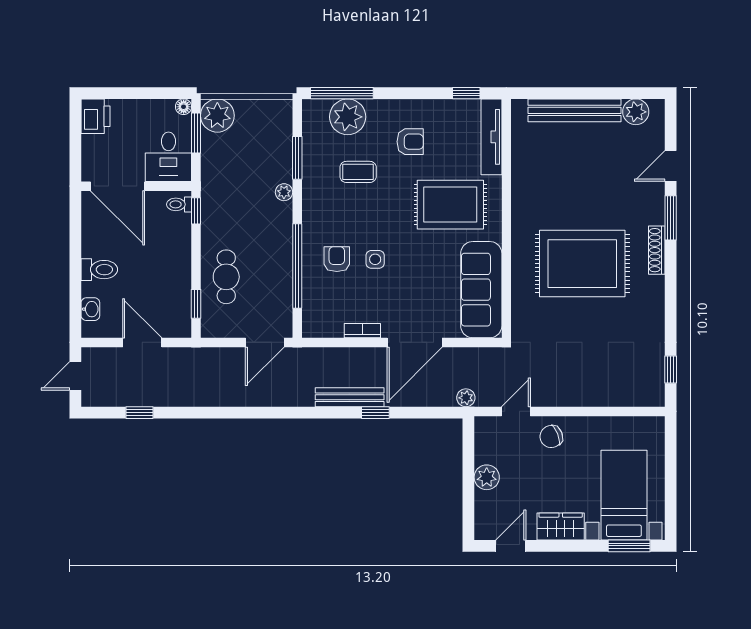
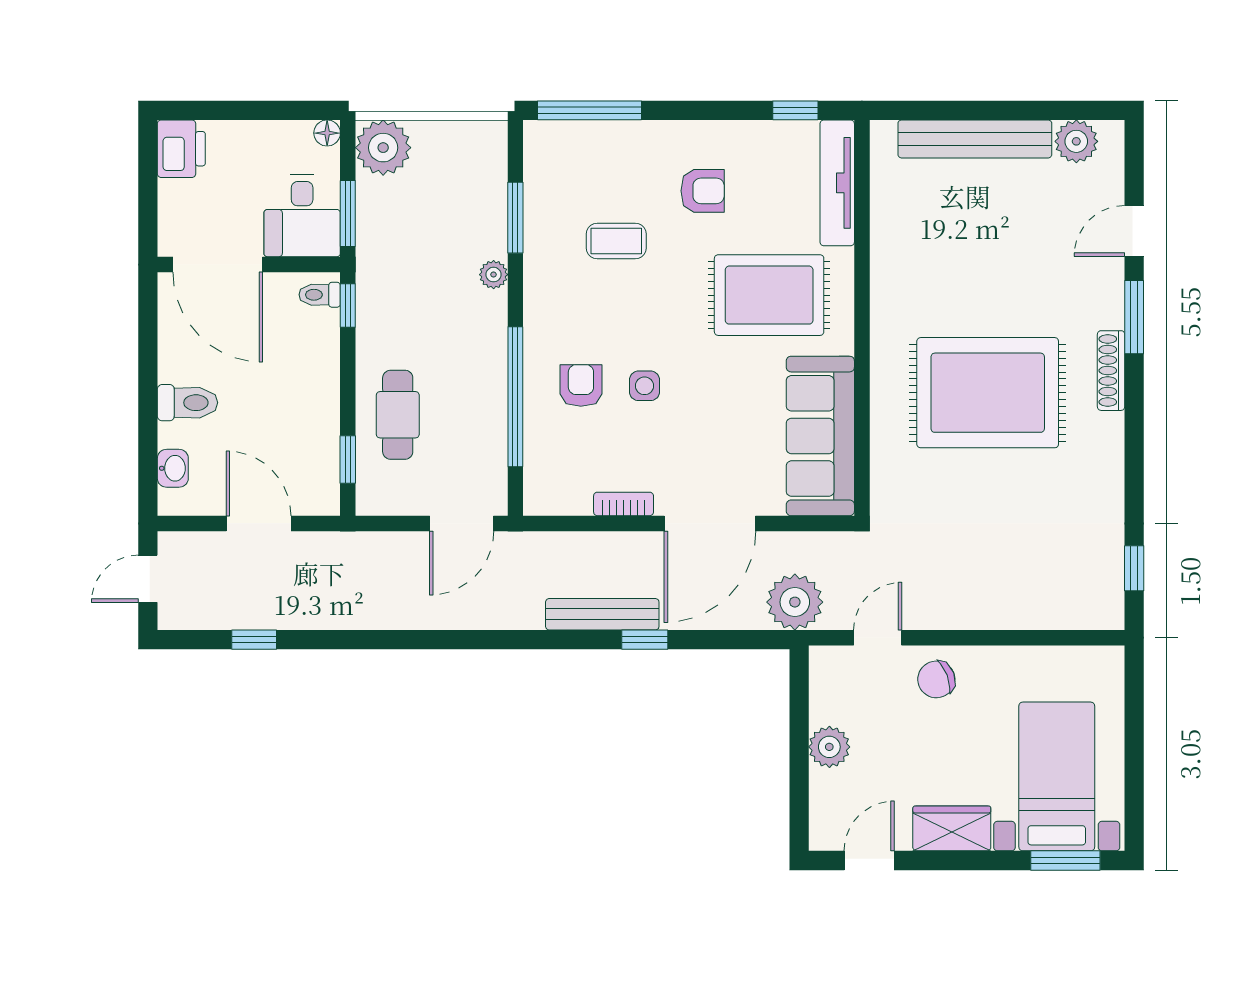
plant: (348, 117) -> (599, 150), removed
window: (196, 133) -> (348, 213), moved
plant: (466, 398) -> (795, 602), width x1.88, depth x1.88

